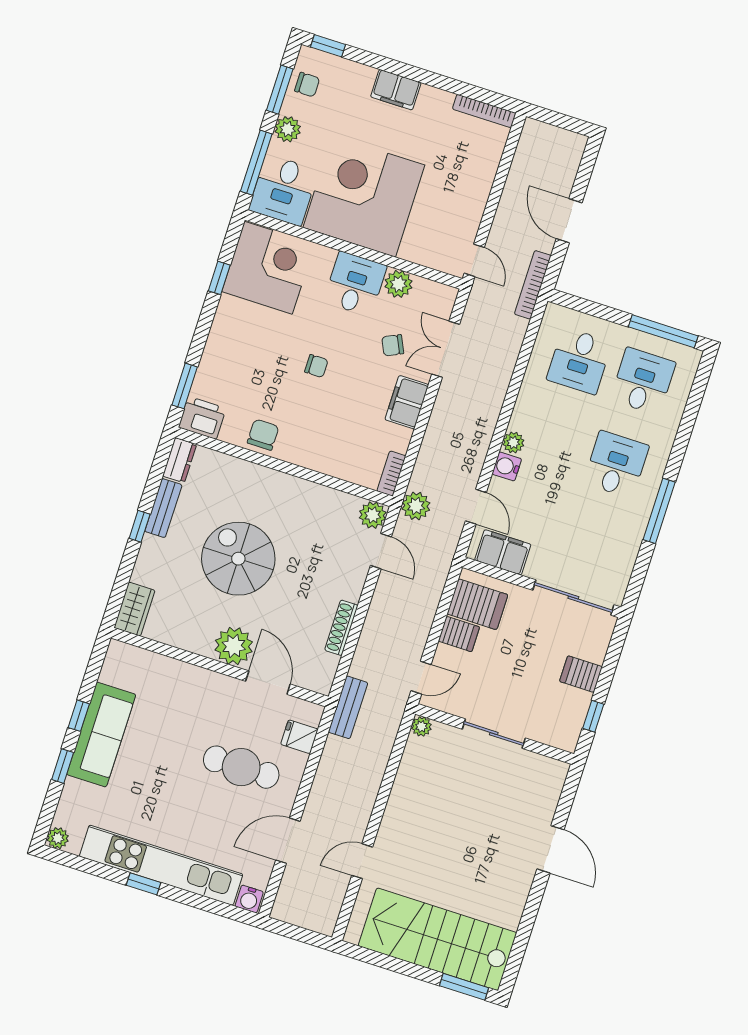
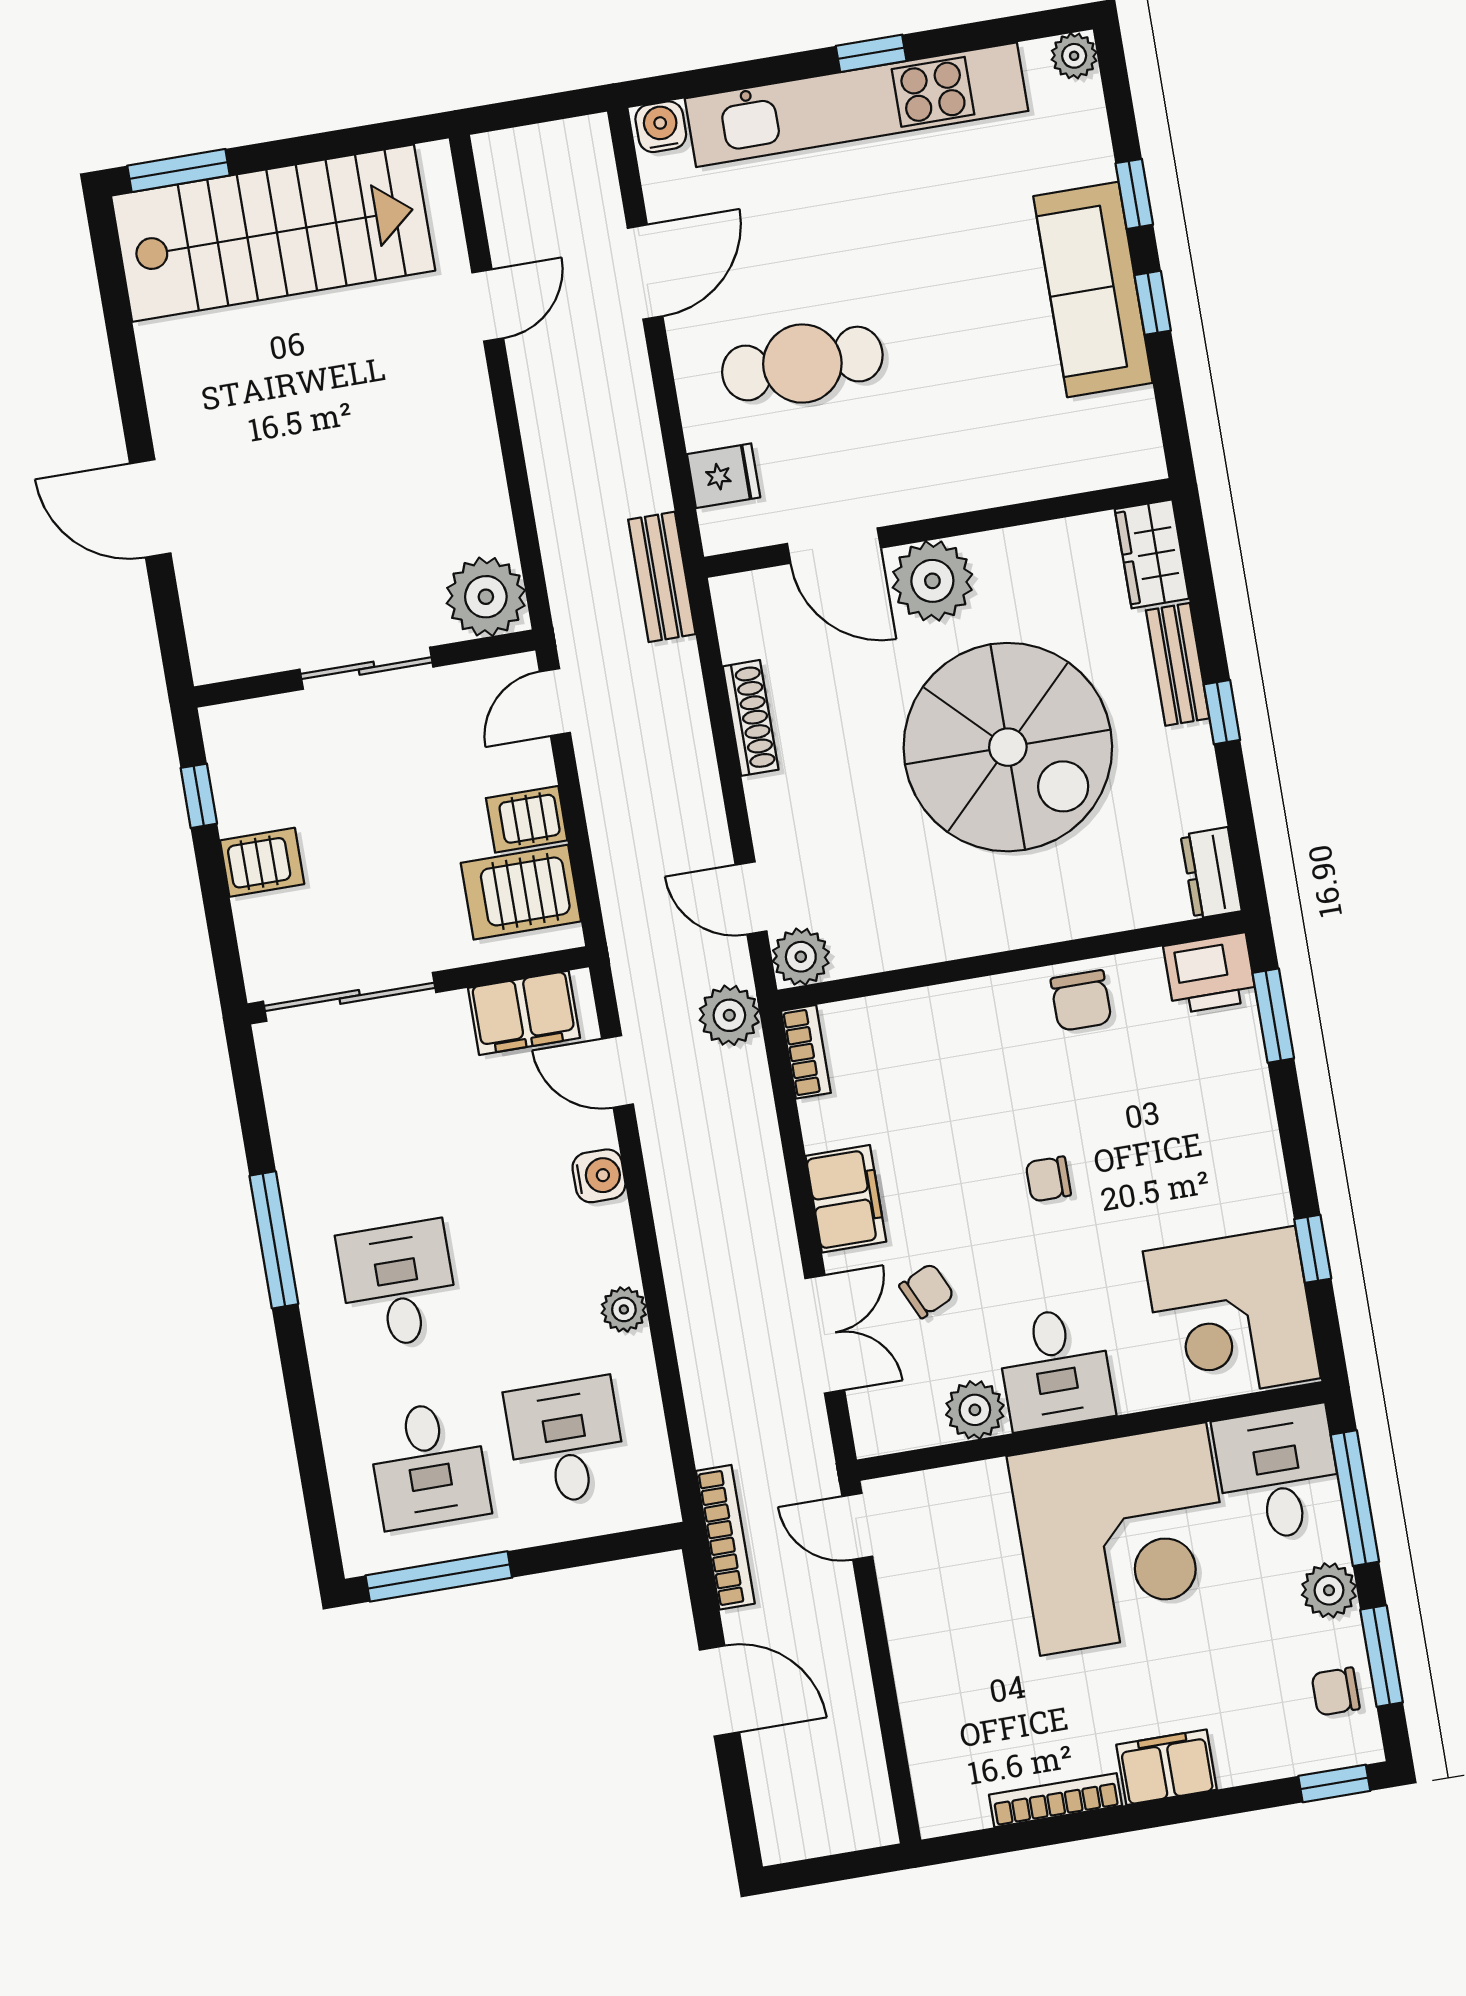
bookcase: (484, 111) -> (1056, 1800), moved
plant: (513, 442) -> (624, 1309), moved
desk: (616, 464) -> (398, 1285), turned 180
bench: (163, 508) -> (1178, 664), moved
spiral stairs: (238, 559) -> (1008, 747), width x1.37, depth x1.37
plant: (421, 726) -> (486, 597), width x1.88, depth x1.88

